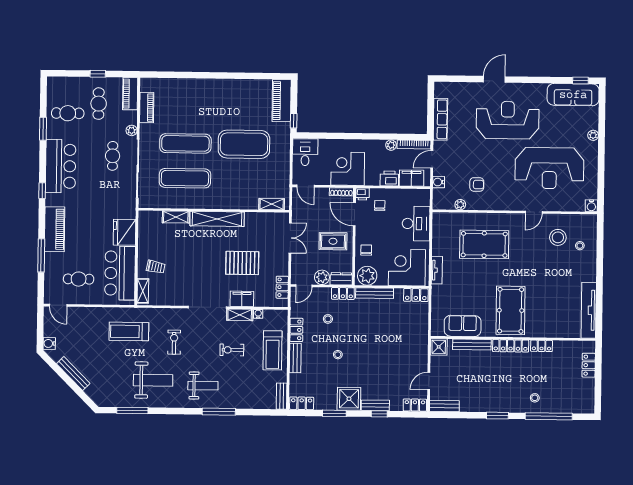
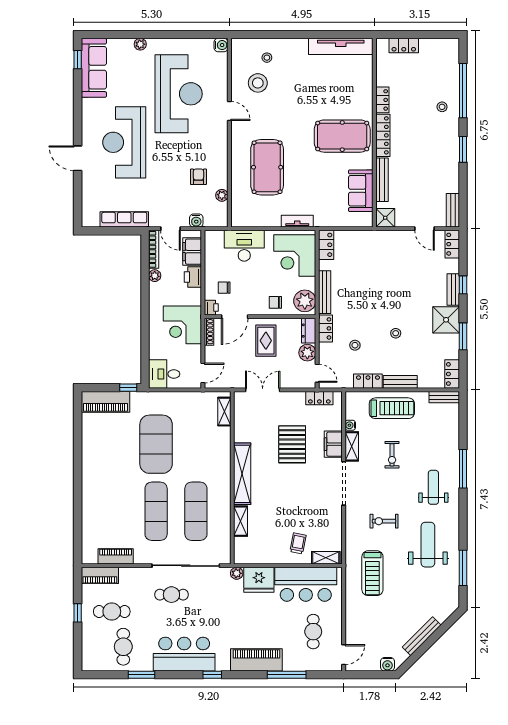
plant: (132, 130) -> (237, 573), moved

